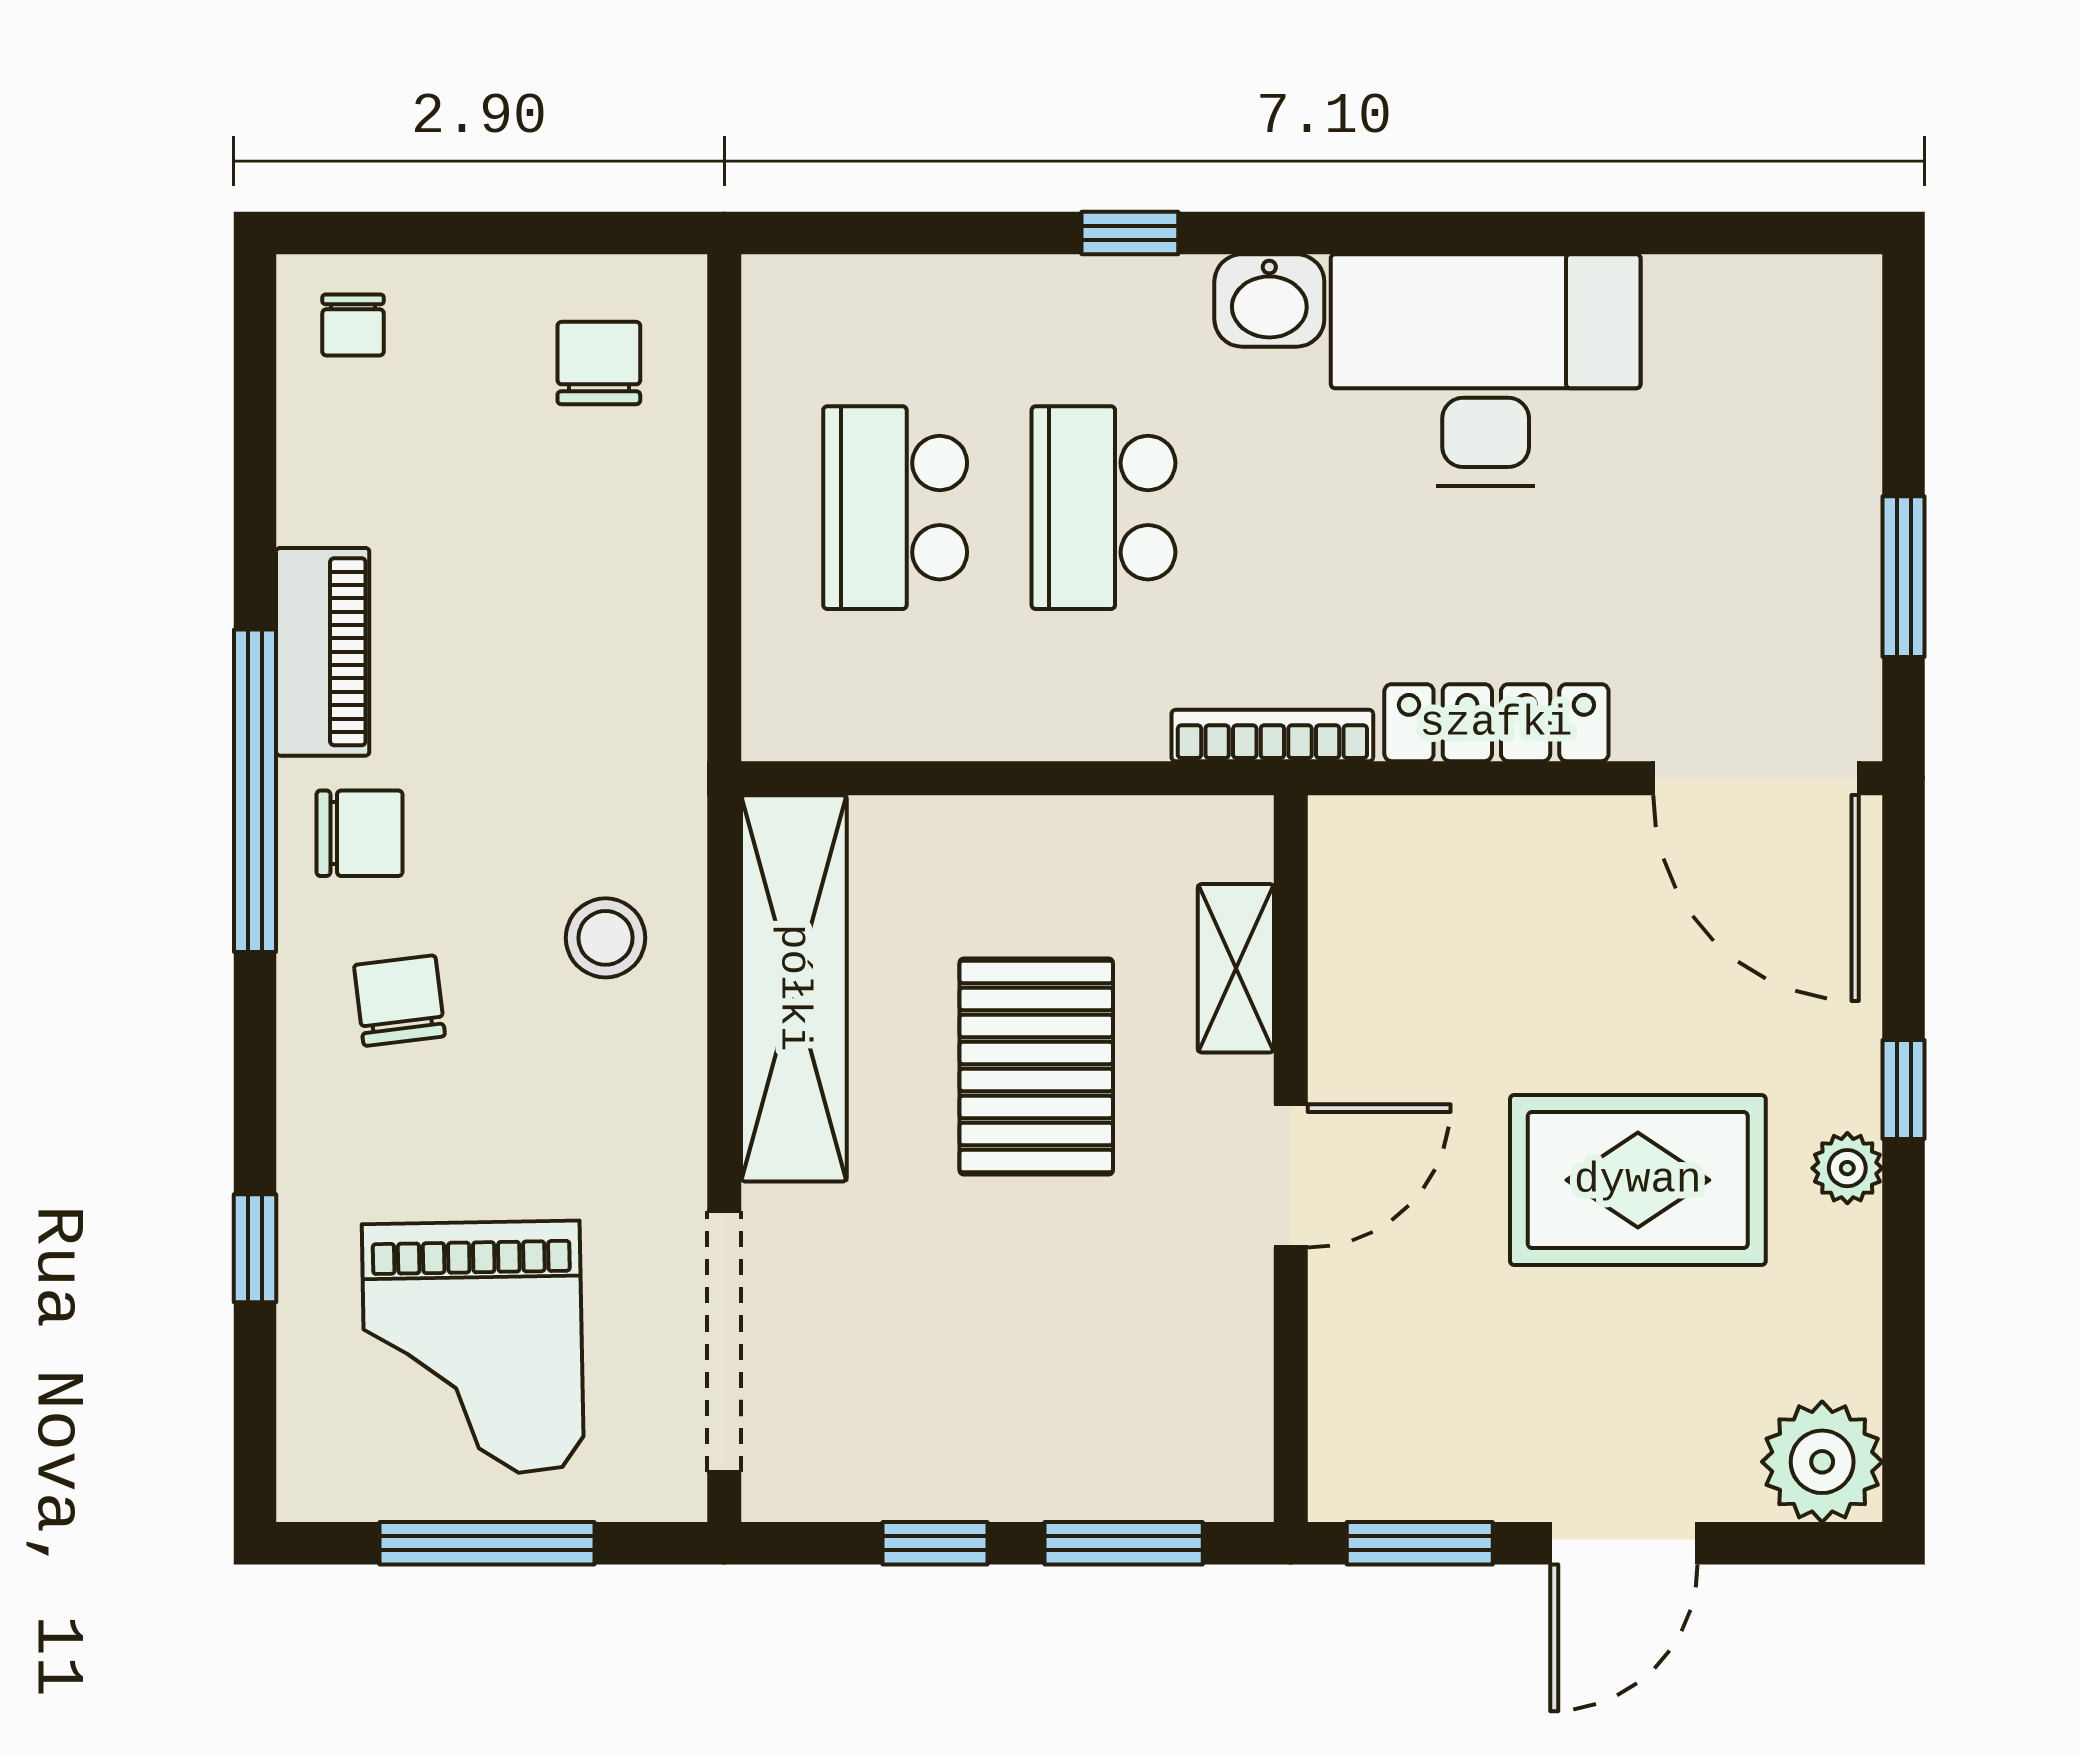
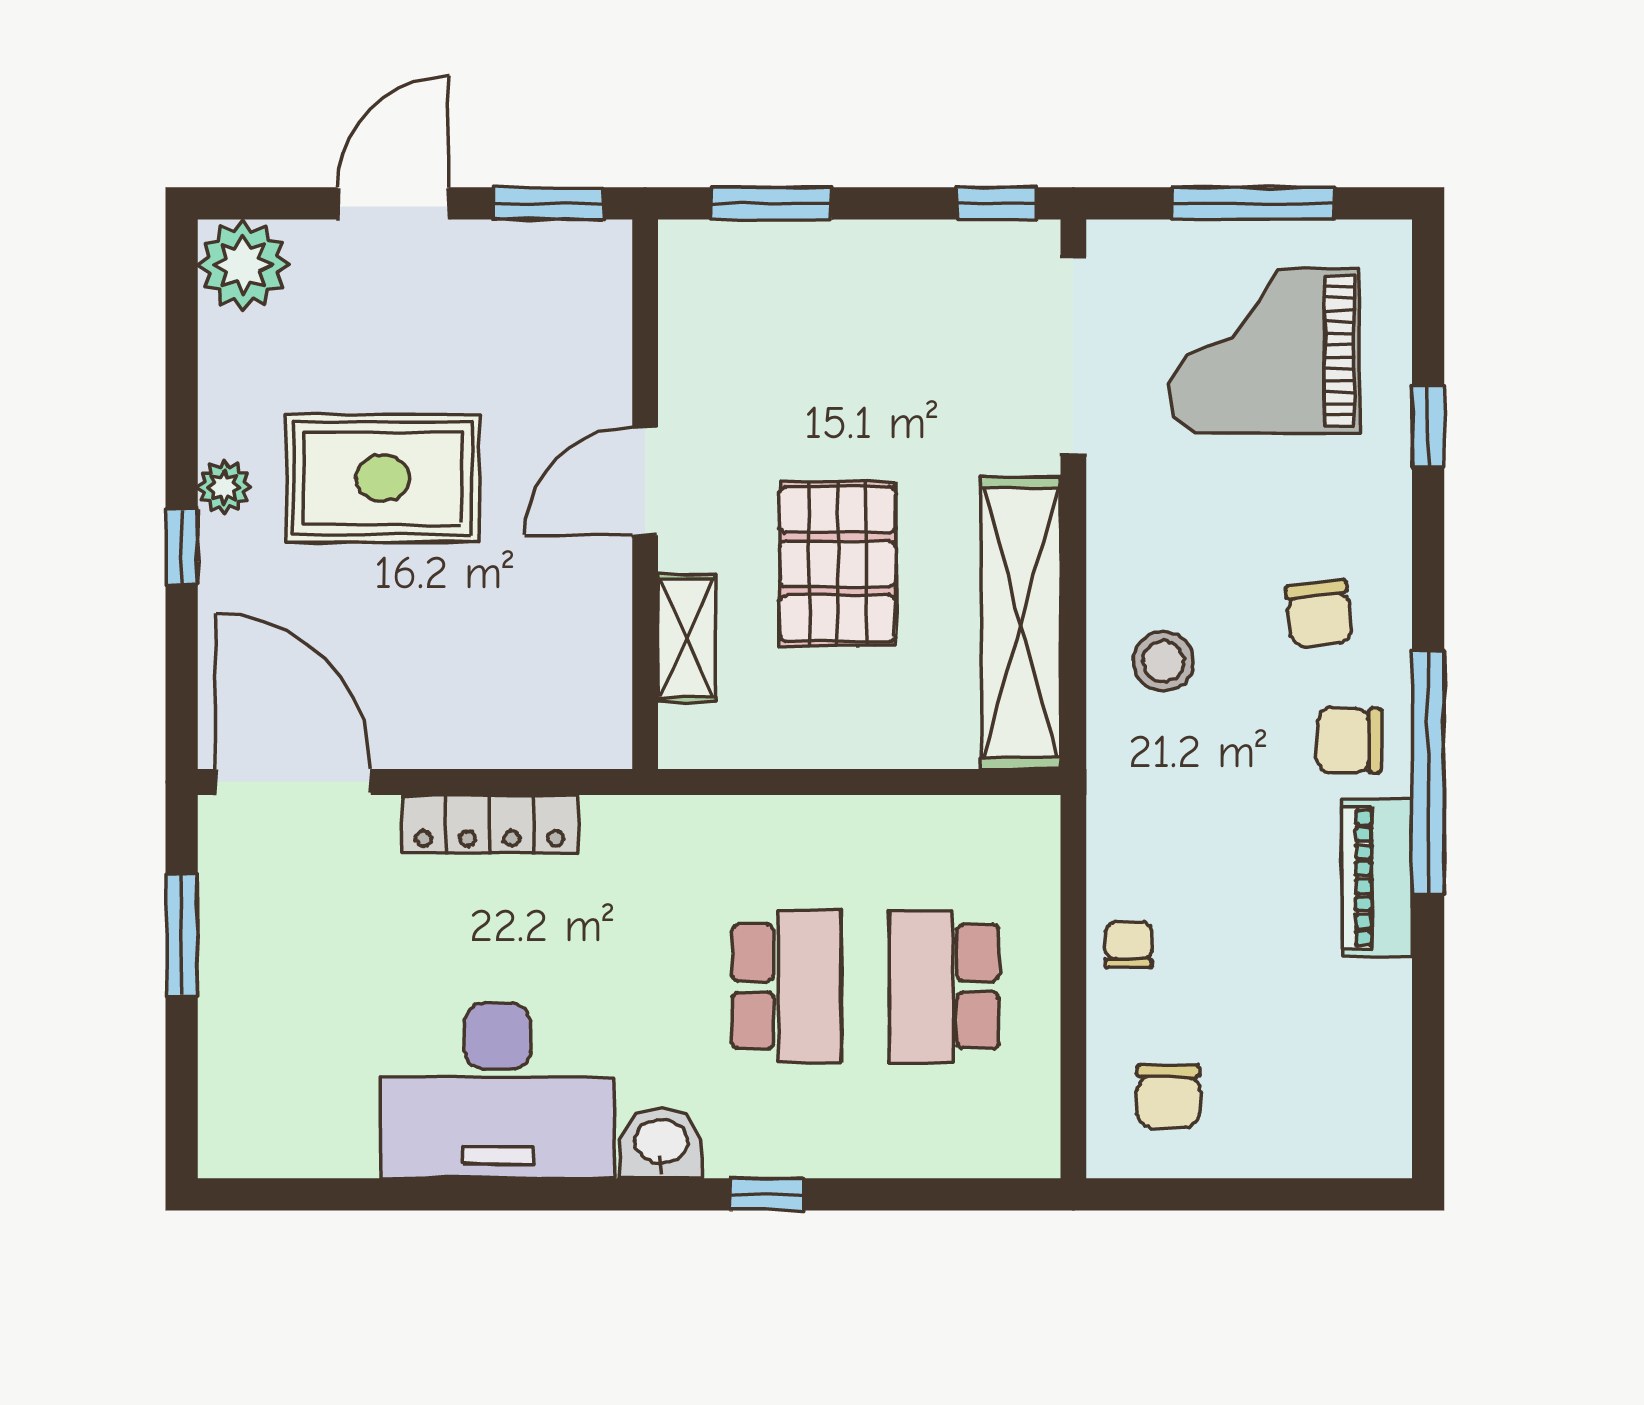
chair: (353, 325) -> (1129, 945), moved
school desk: (895, 508) -> (944, 987), turned 180
bookcase: (1272, 735) -> (659, 814), removed
grand piano: (473, 1348) -> (1264, 351), turned -89
window: (935, 1543) -> (997, 203), moved

